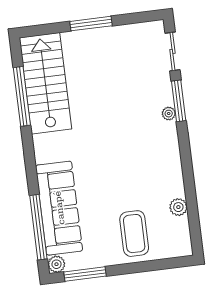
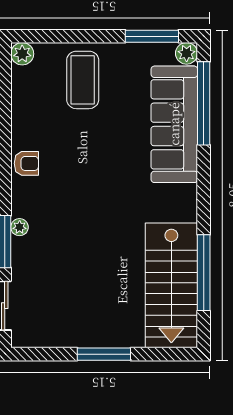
armchair: (170, 163) -> (26, 163), added
plant: (178, 207) -> (22, 54), moved

